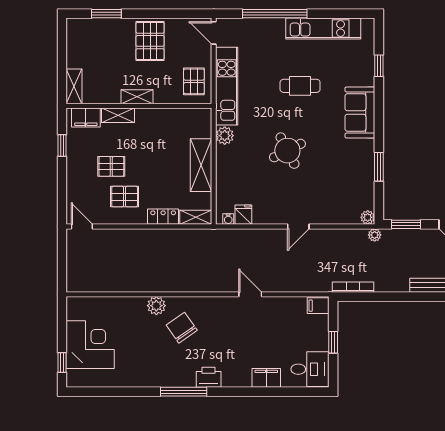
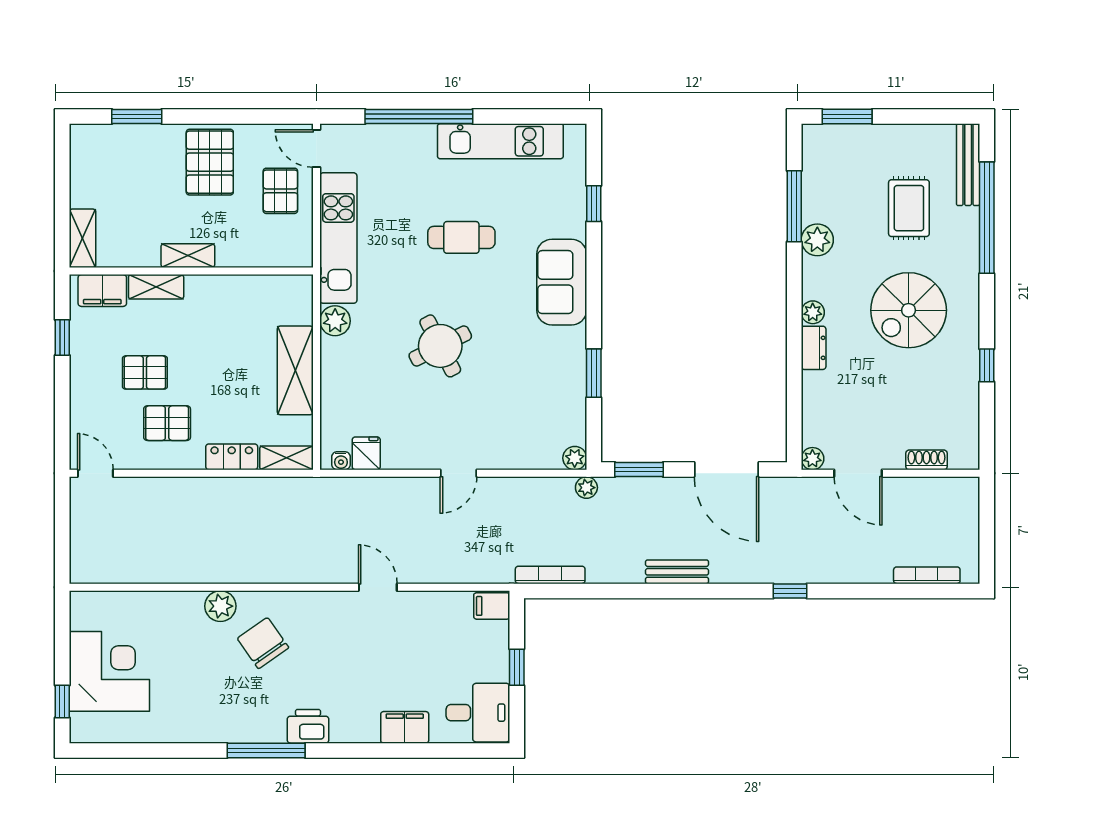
pallet: (194, 81) -> (280, 191), moved

